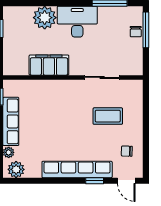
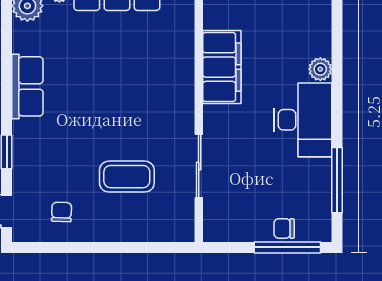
plant: (45, 18) -> (320, 69), width x0.53, depth x0.53
coffee table: (108, 116) -> (127, 177), turned 90
row of seats: (77, 169) -> (27, 86), width x0.50

